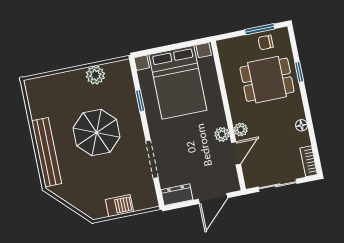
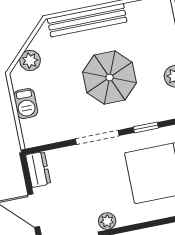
doorway: (152, 159) -> (97, 137), moved
plant: (82, 202) -> (30, 60), added

